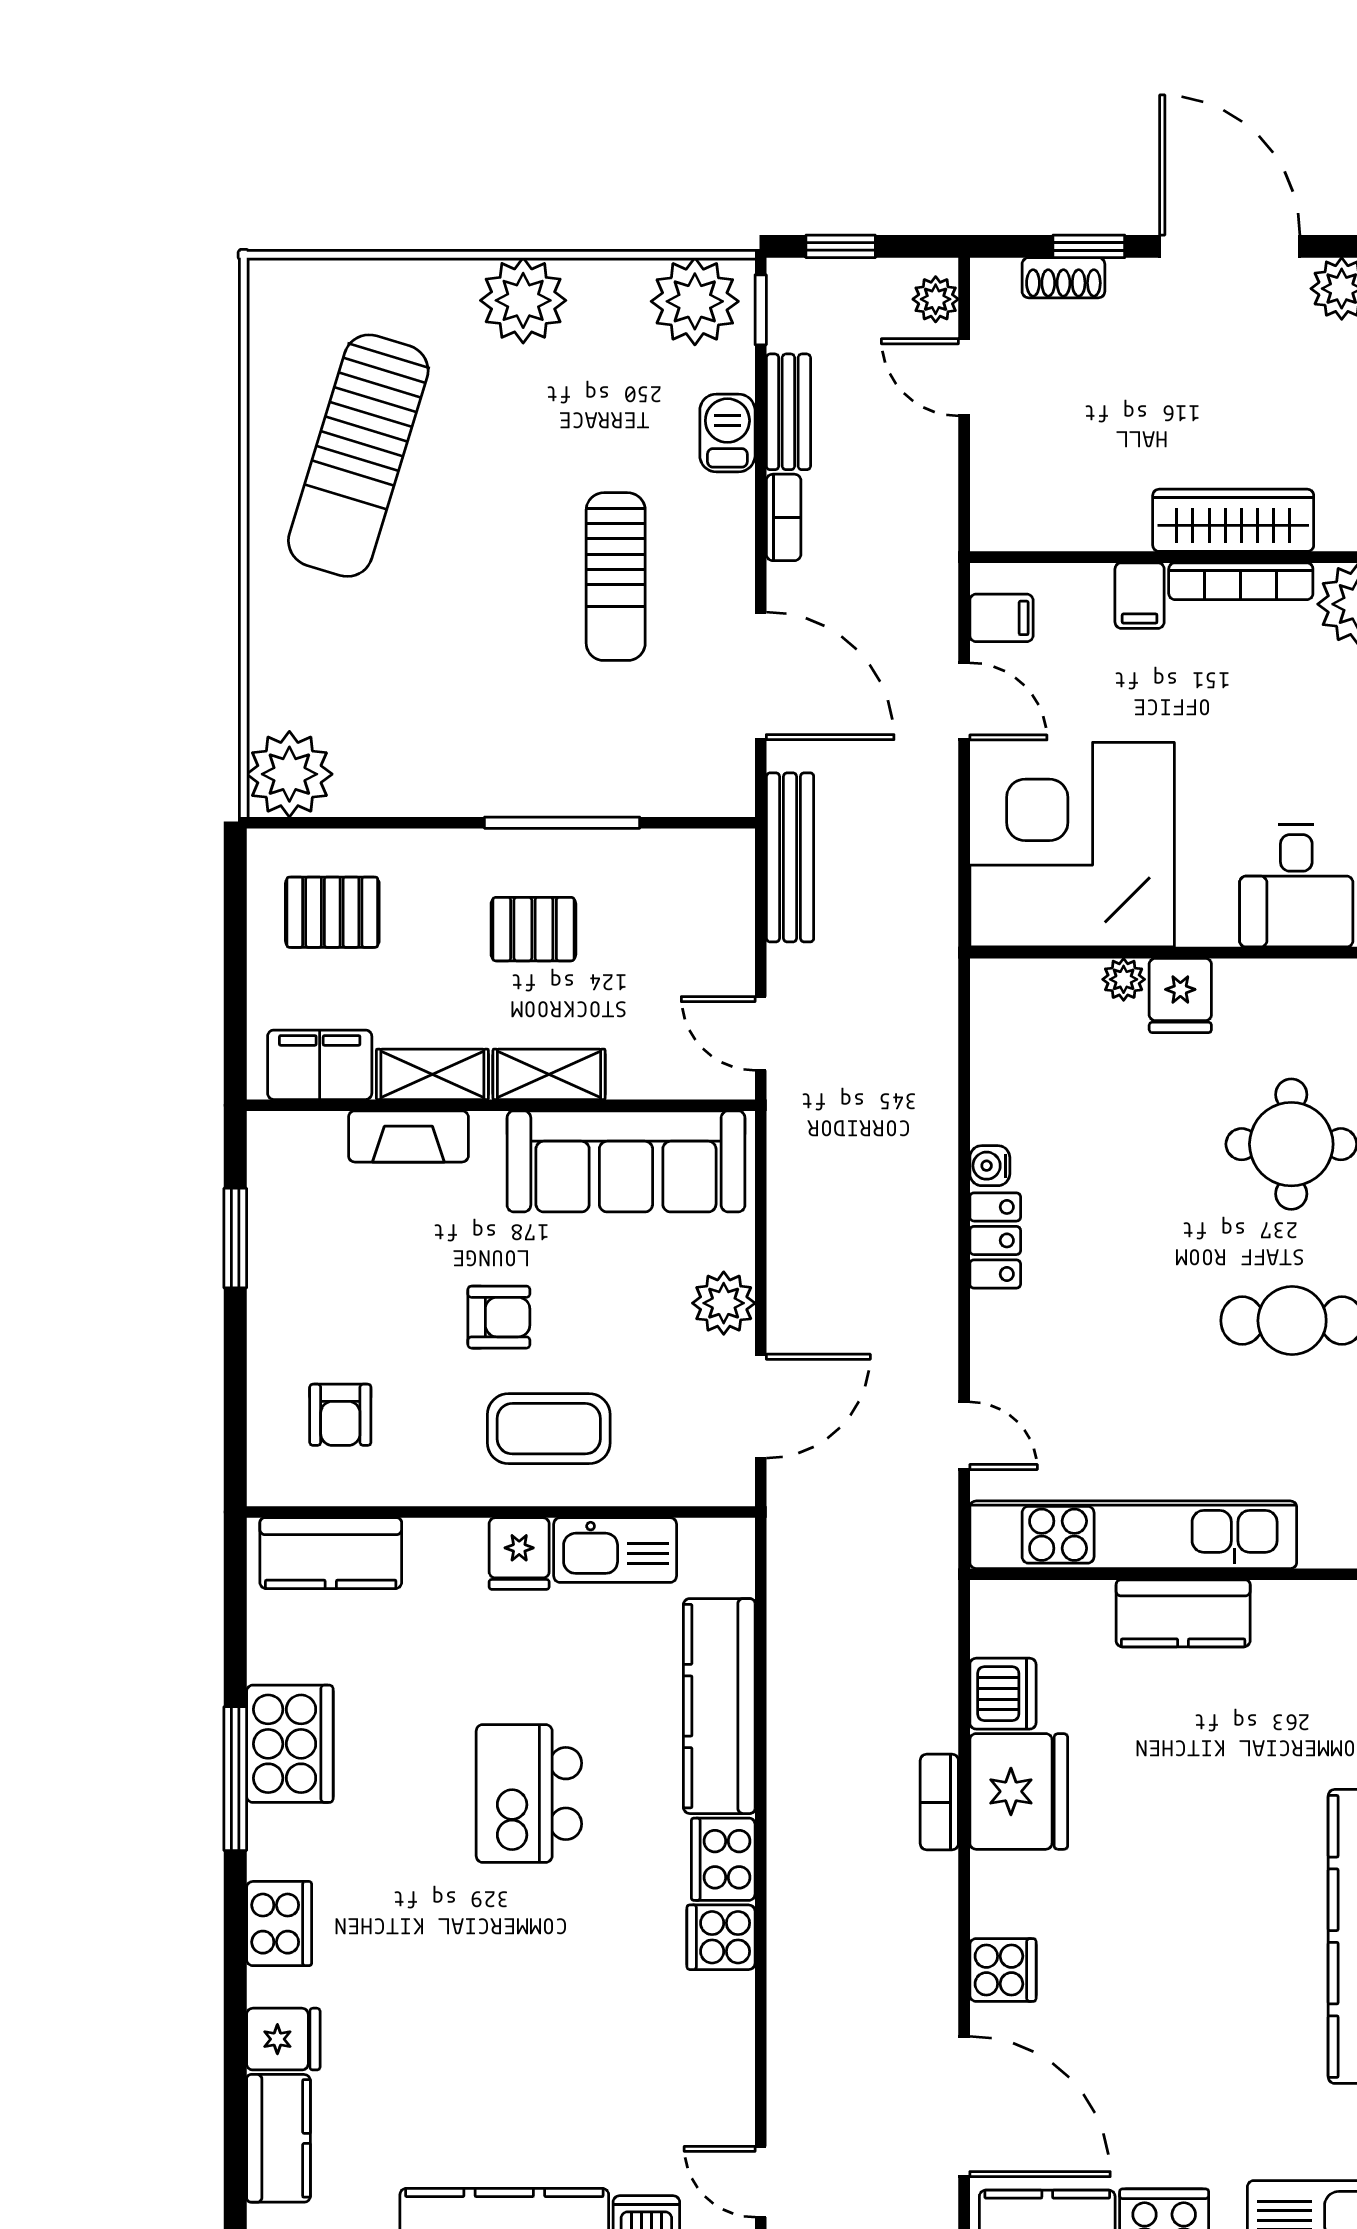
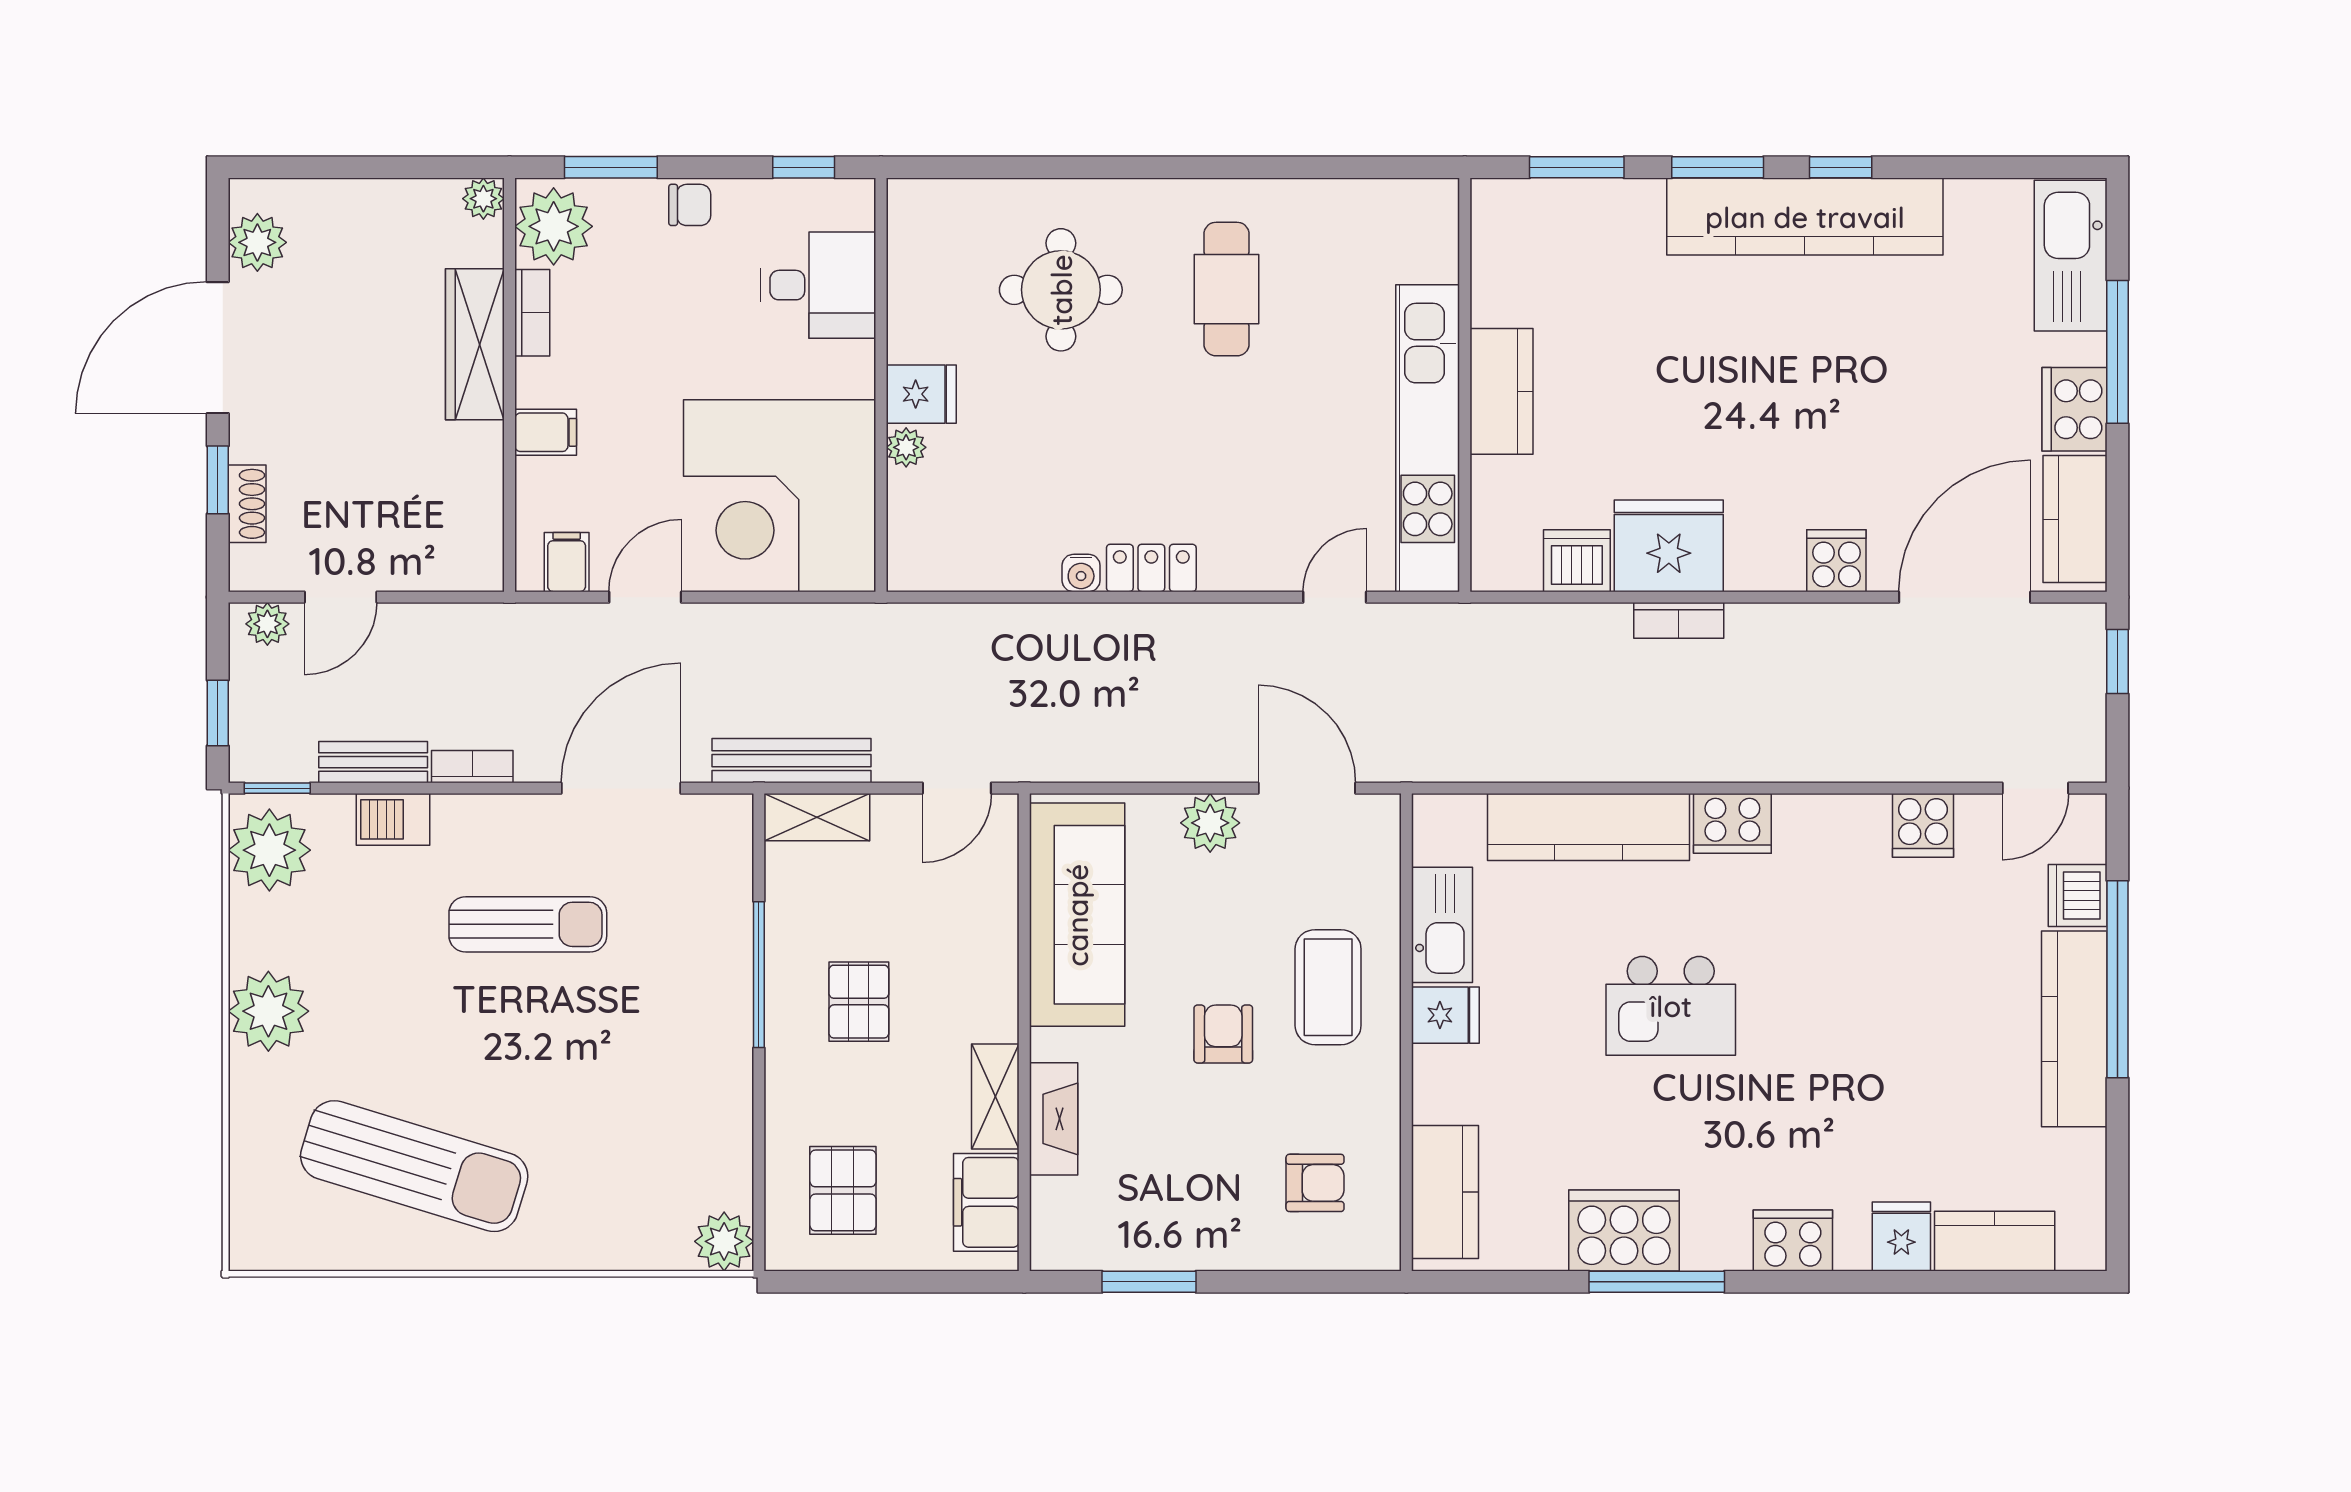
bookcase: (1241, 581) -> (532, 313), width x0.64
plant: (289, 774) -> (724, 1241), width x0.73, depth x0.73
shelving: (549, 1074) -> (817, 817), moved, turned 90
cooker: (721, 1937) -> (1923, 825), moved

